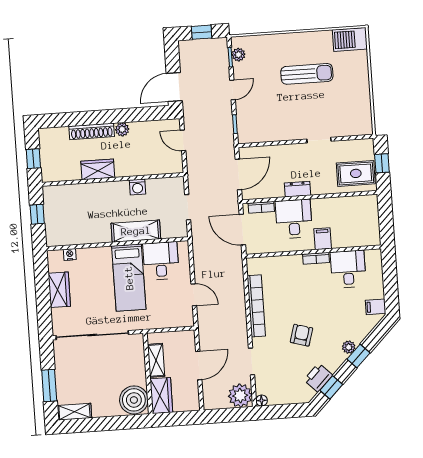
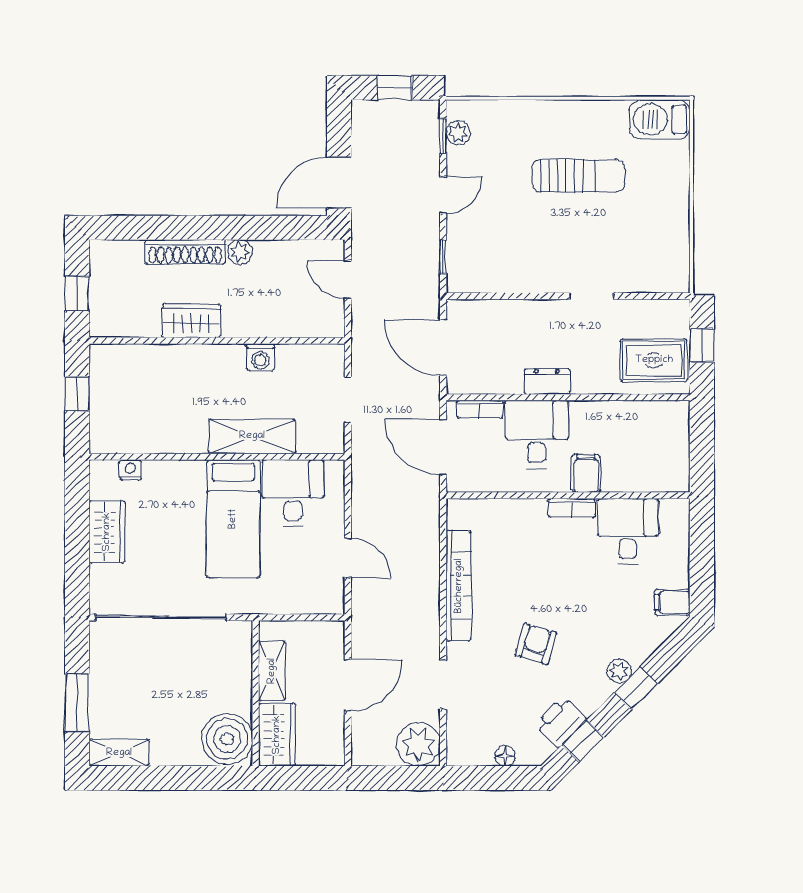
door: (238, 174) -> (443, 348), swing flipped
floor lamp: (262, 401) -> (505, 756), moved

